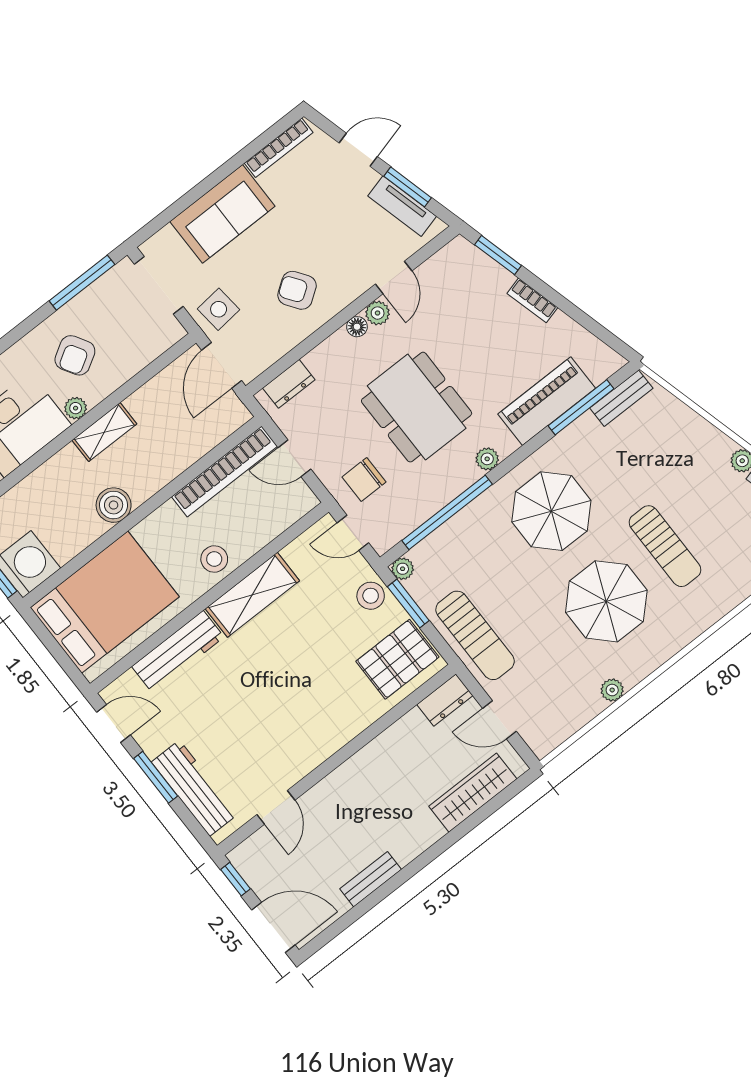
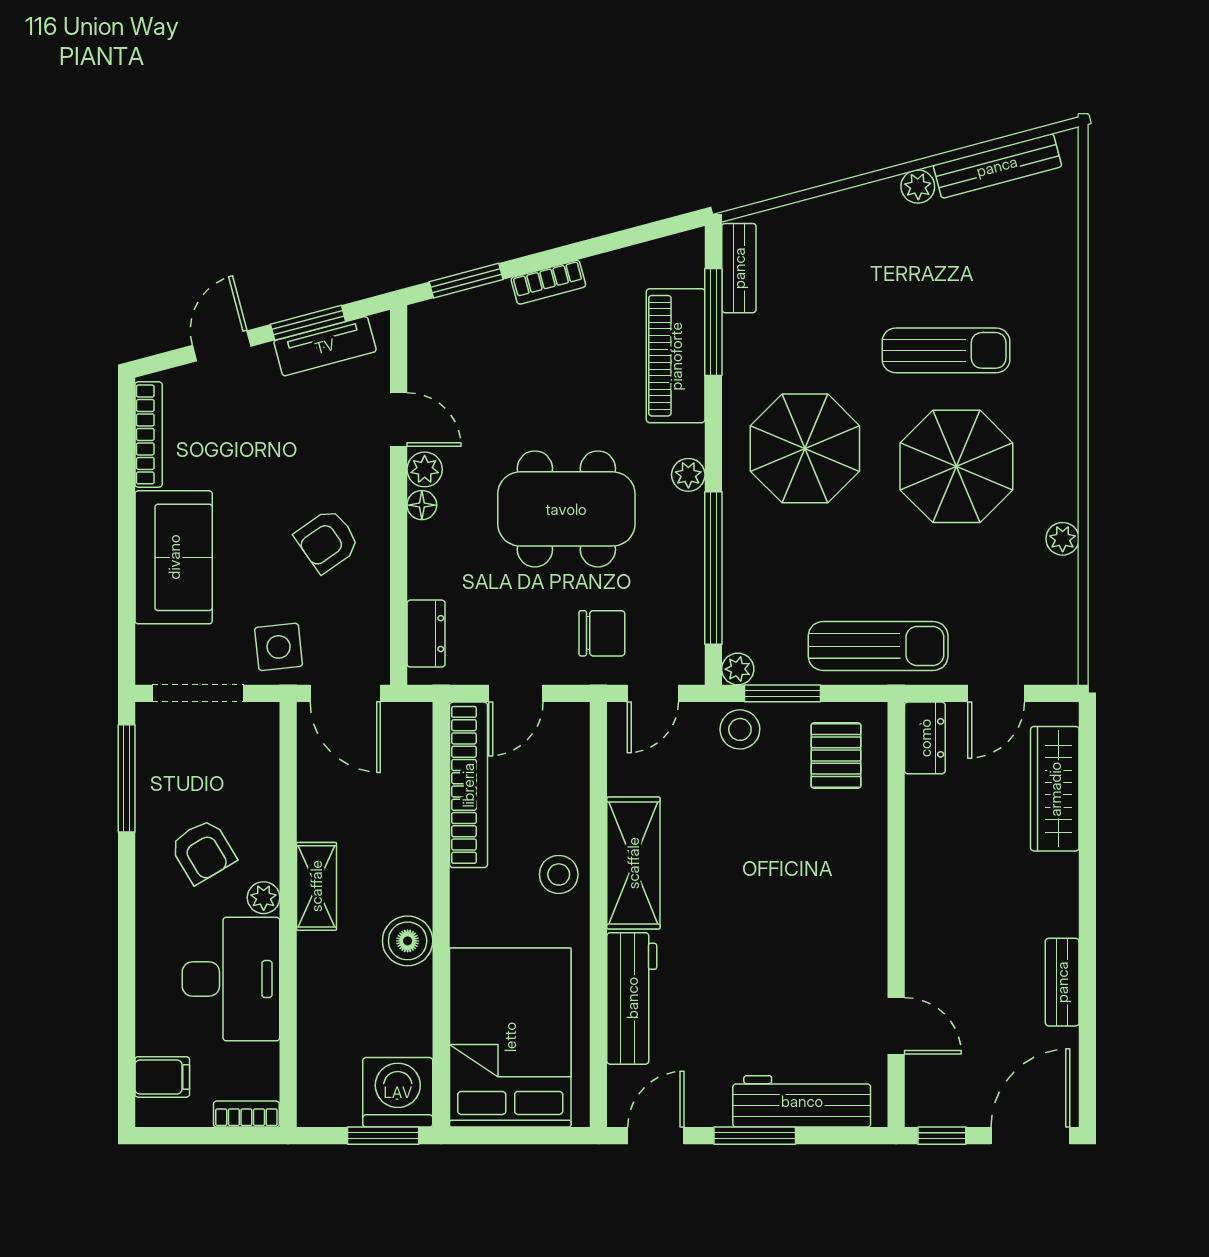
chair: (364, 479) -> (602, 633), turned -90
pallet: (397, 659) -> (836, 756), width x0.67, depth x0.71

